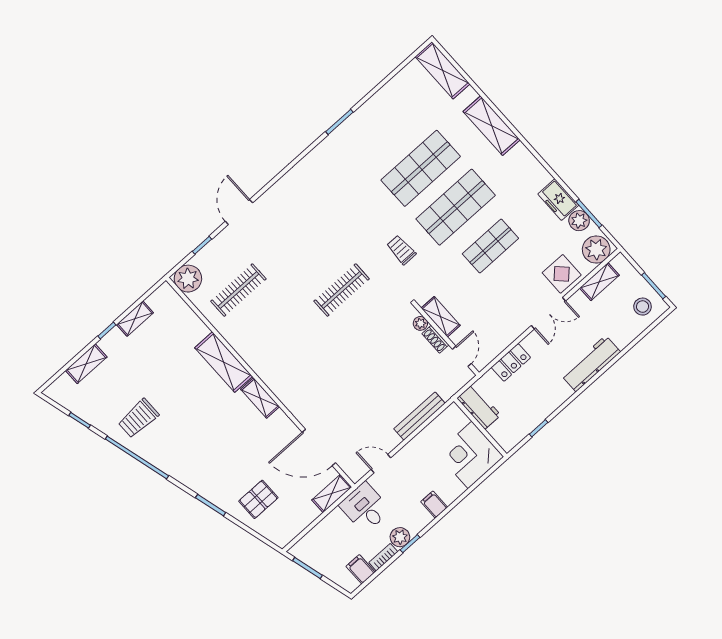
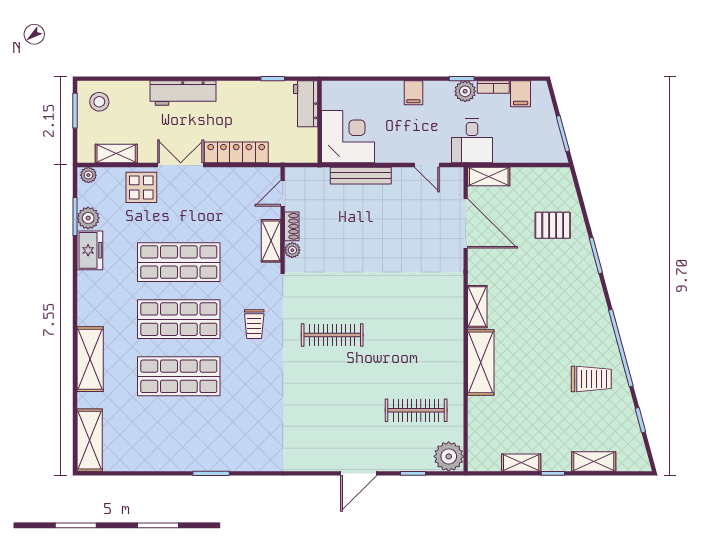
shop shelf: (490, 246) -> (179, 262), width x1.43, depth x1.36
plant: (596, 250) -> (88, 175), width x0.53, depth x0.53
locker: (511, 362) -> (236, 152), width x1.53
workbench: (479, 407) -> (306, 104), moved
corner desk: (470, 455) -> (348, 137), moved, turned -90

